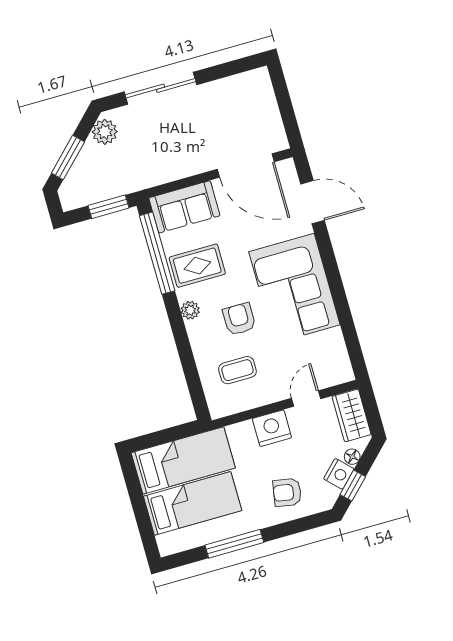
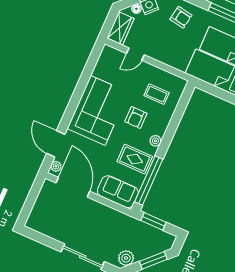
plant: (289, 174) -> (56, 166), added
nightstand: (272, 428) -> (163, 53), removed

